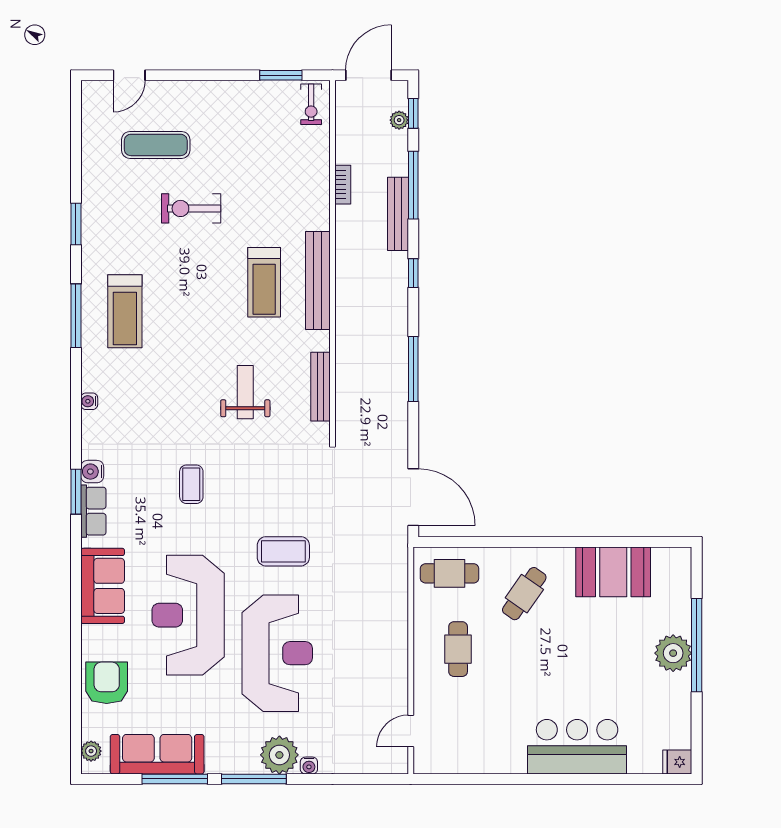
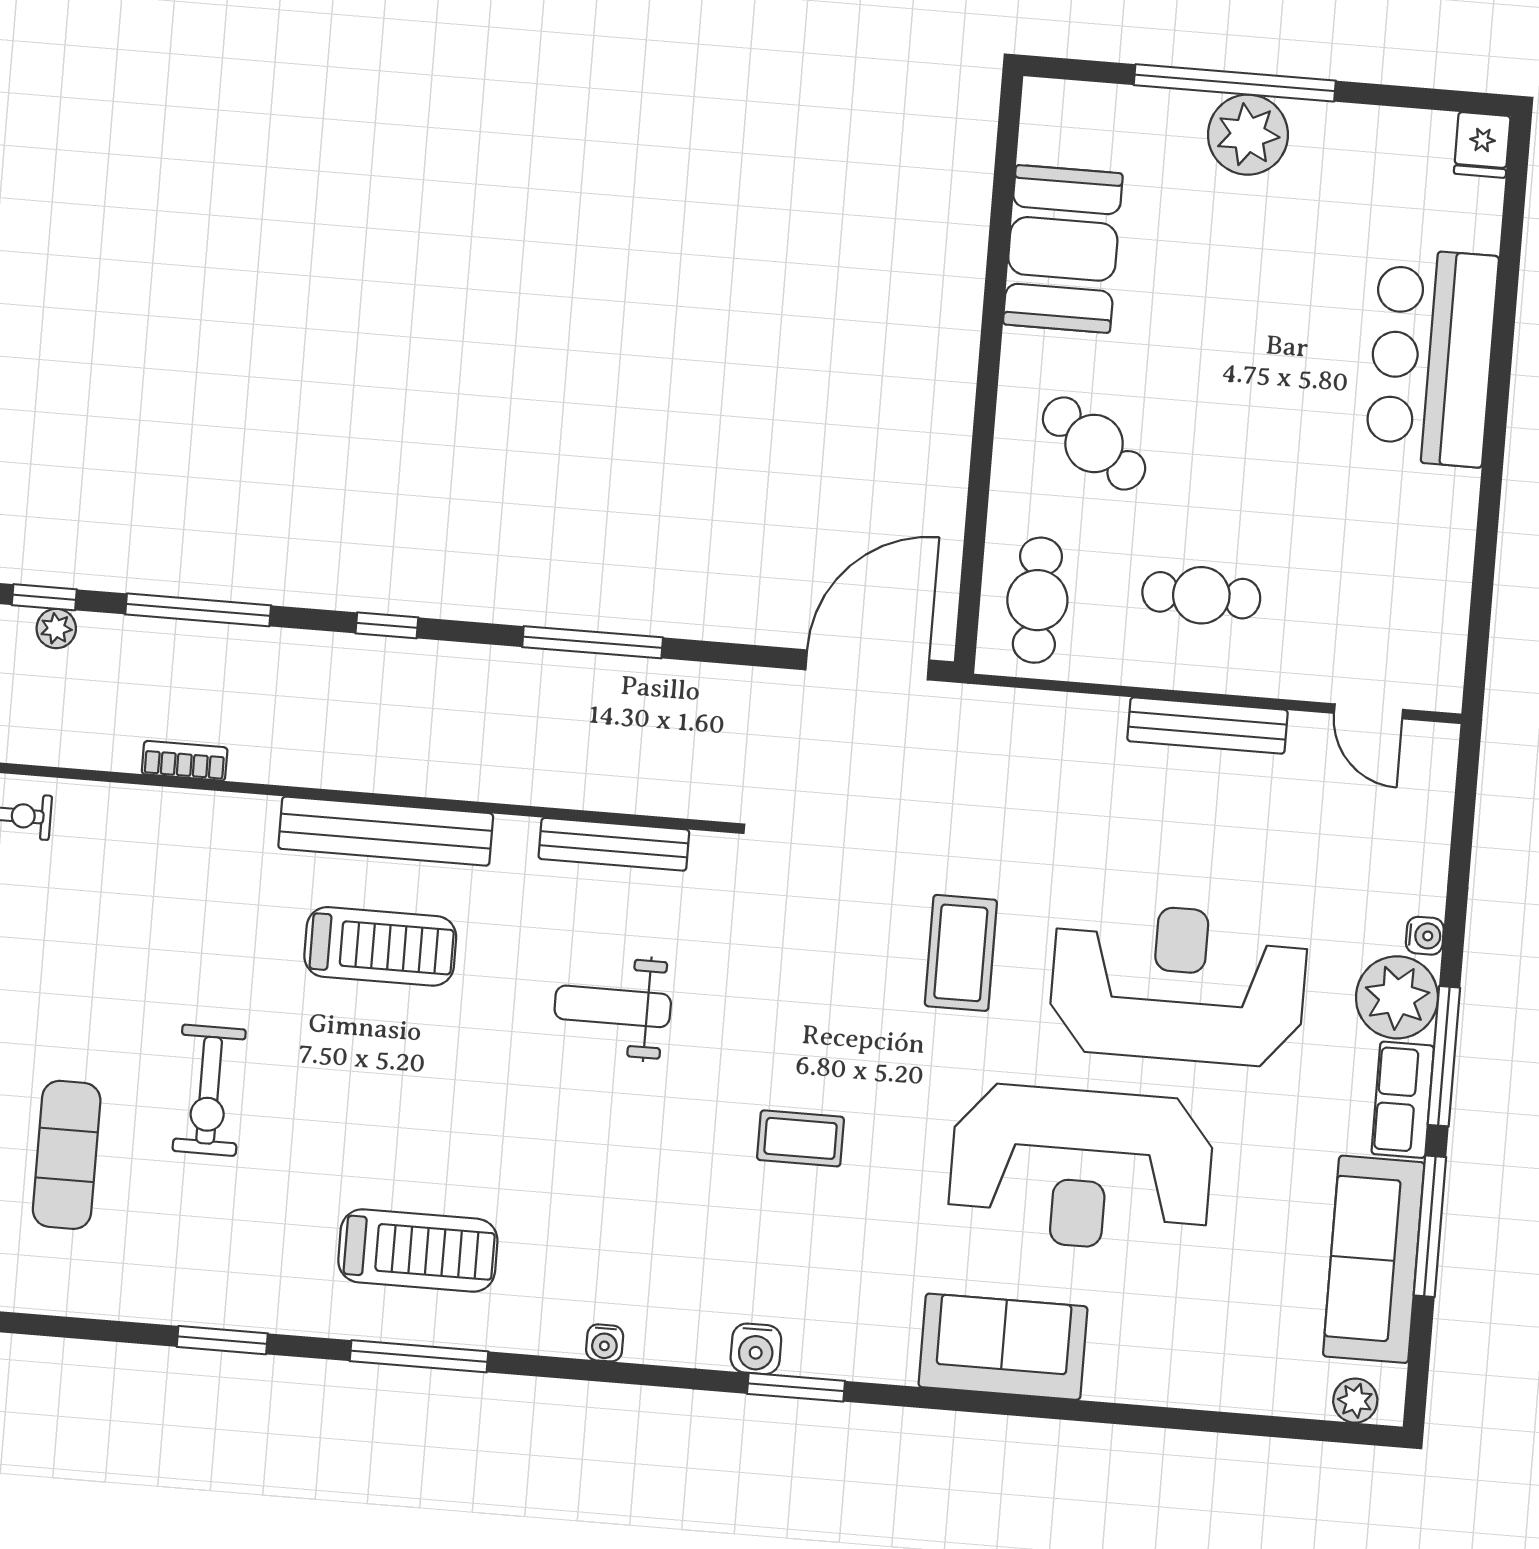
bench: (398, 214) -> (1208, 726), moved
row of seats: (93, 511) -> (1403, 1100), moved, turned -90
armchair: (107, 683) -> (1212, 1355), removed

